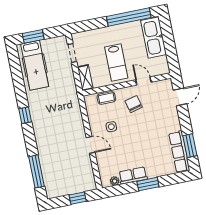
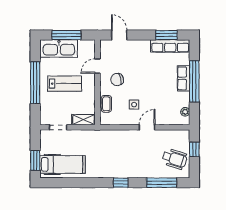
window: (129, 17) -> (35, 83), moved
window: (169, 43) -> (66, 35), added
lab bench: (116, 62) -> (65, 84), moved
window: (25, 115) -> (121, 183), moved
row of seats: (133, 176) -> (184, 78), moved
wheelchair: (64, 180) -> (175, 159), added
window: (148, 184) -> (194, 81), width x2.11

